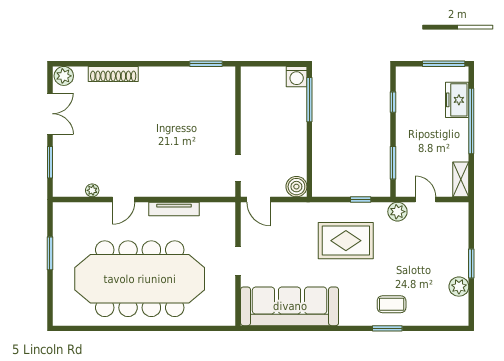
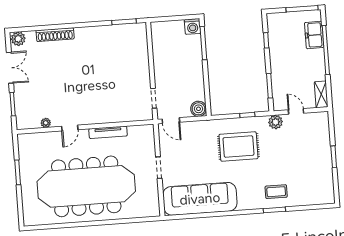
plant: (459, 287) -> (326, 175), removed

